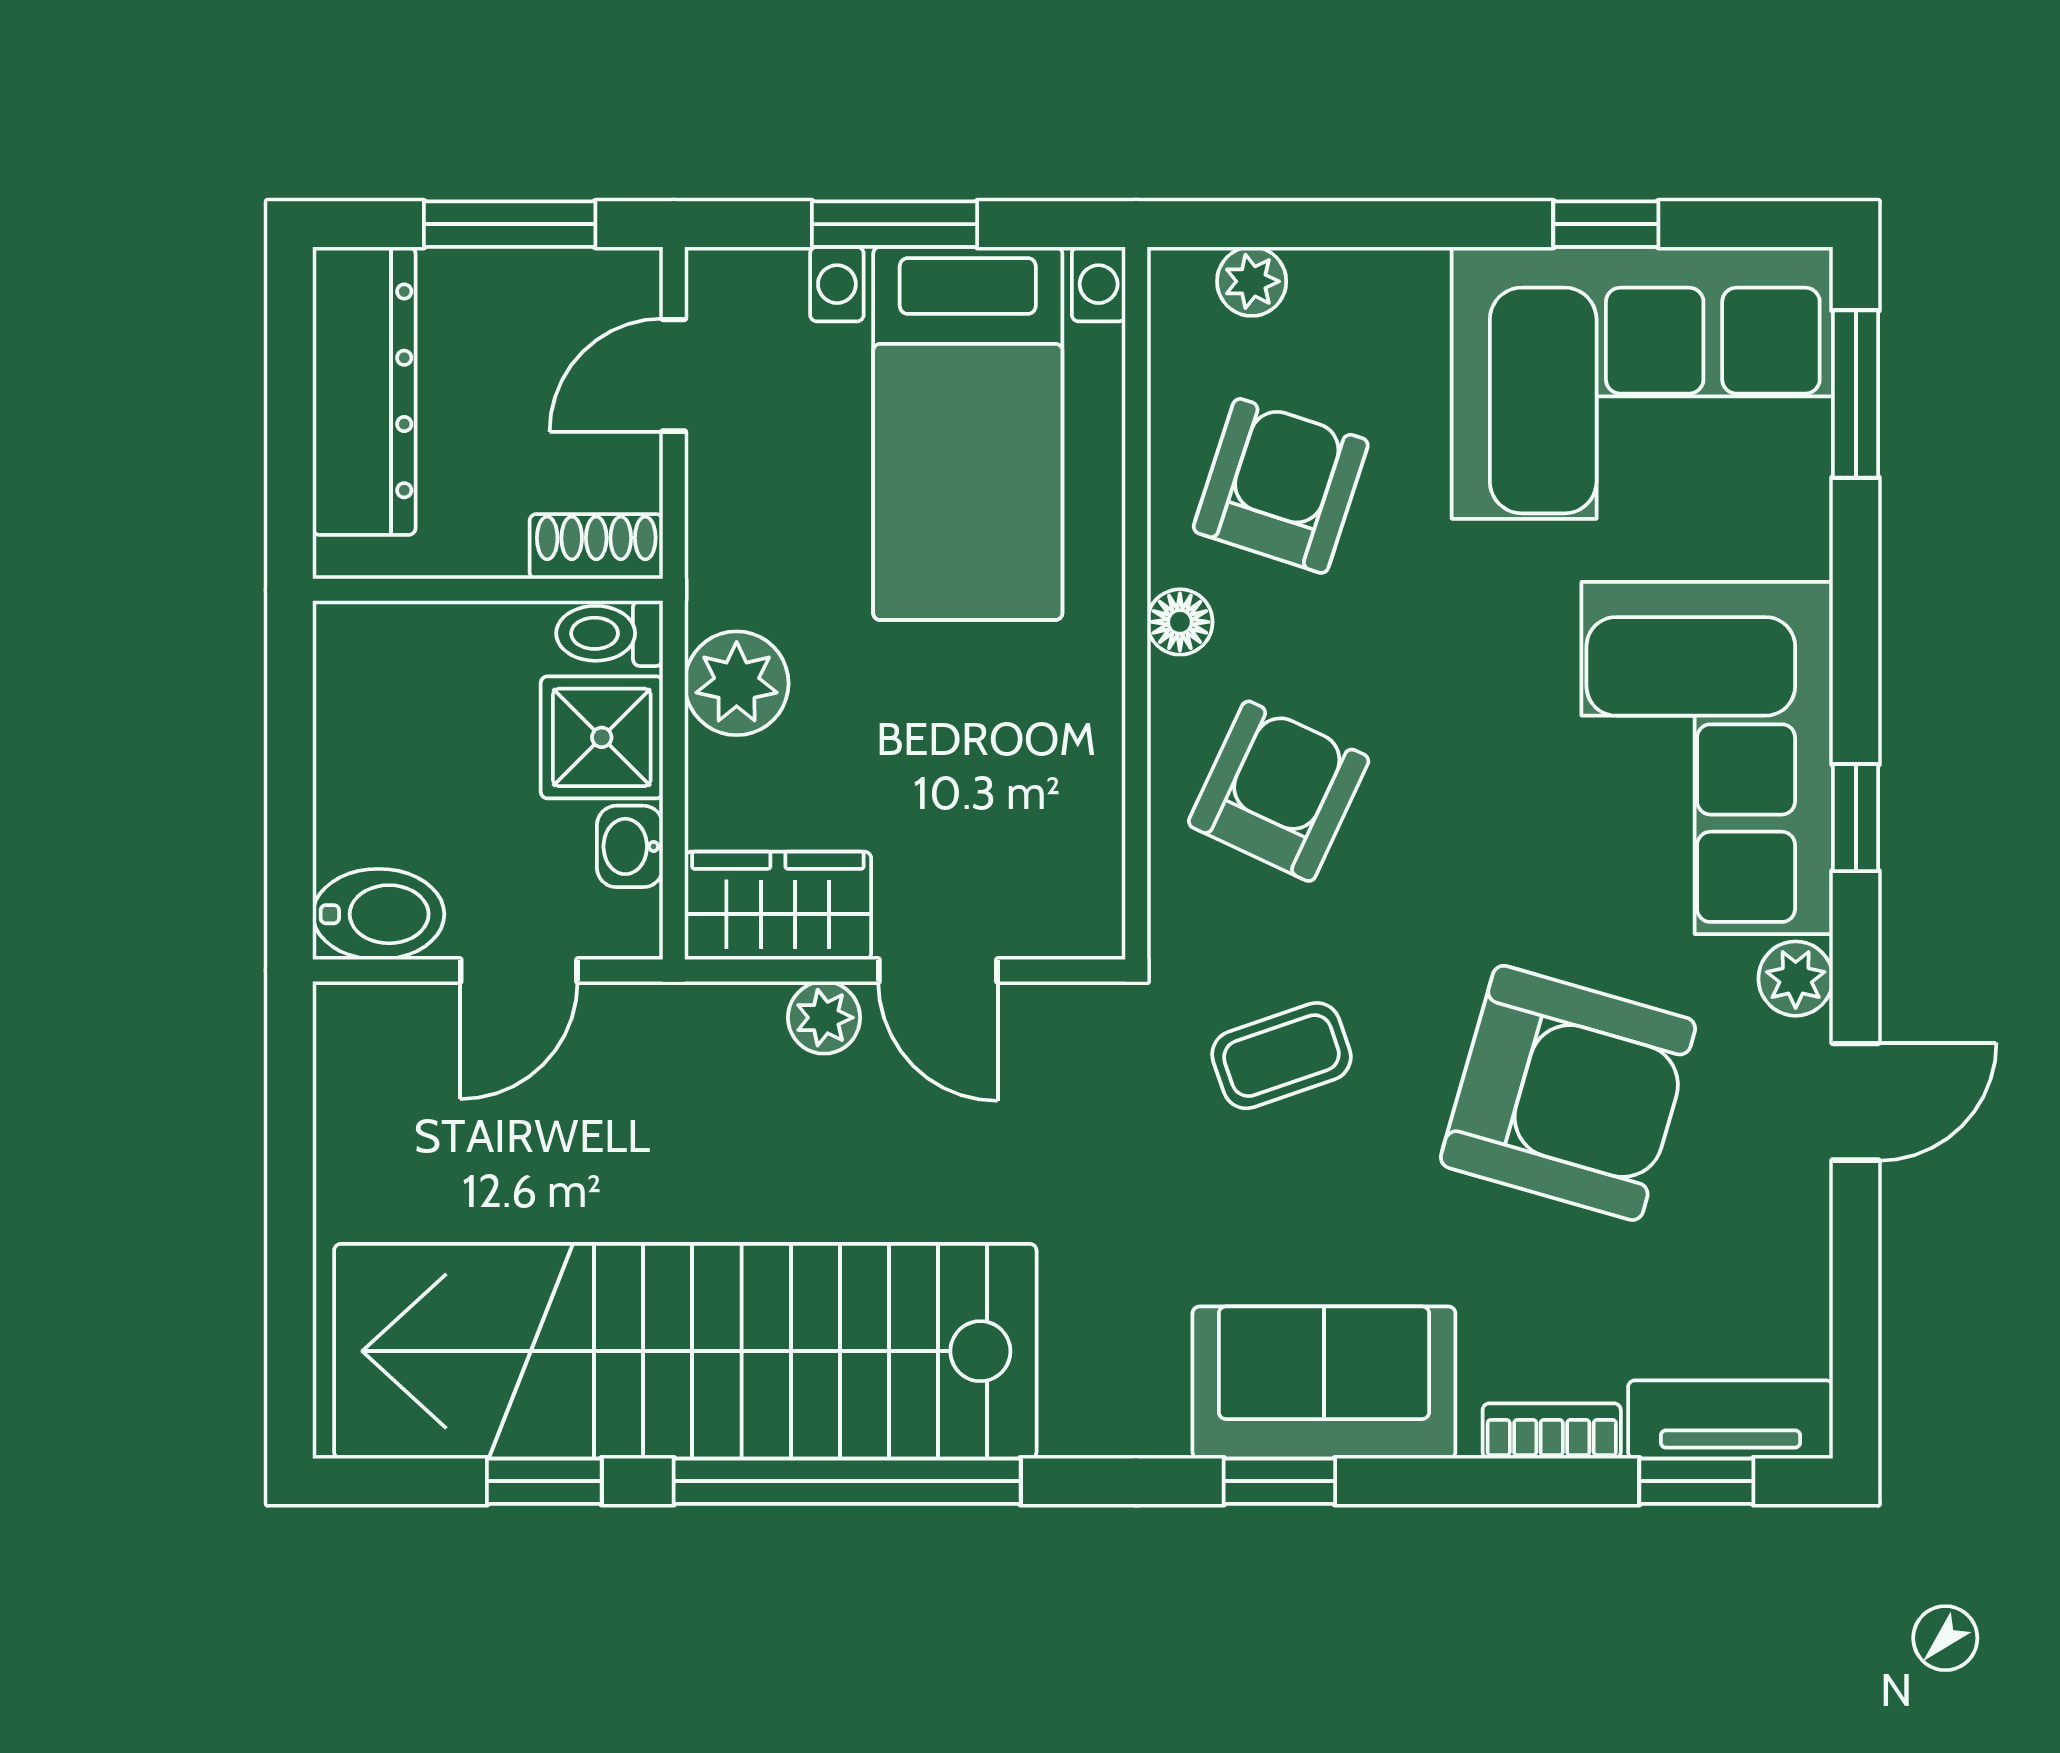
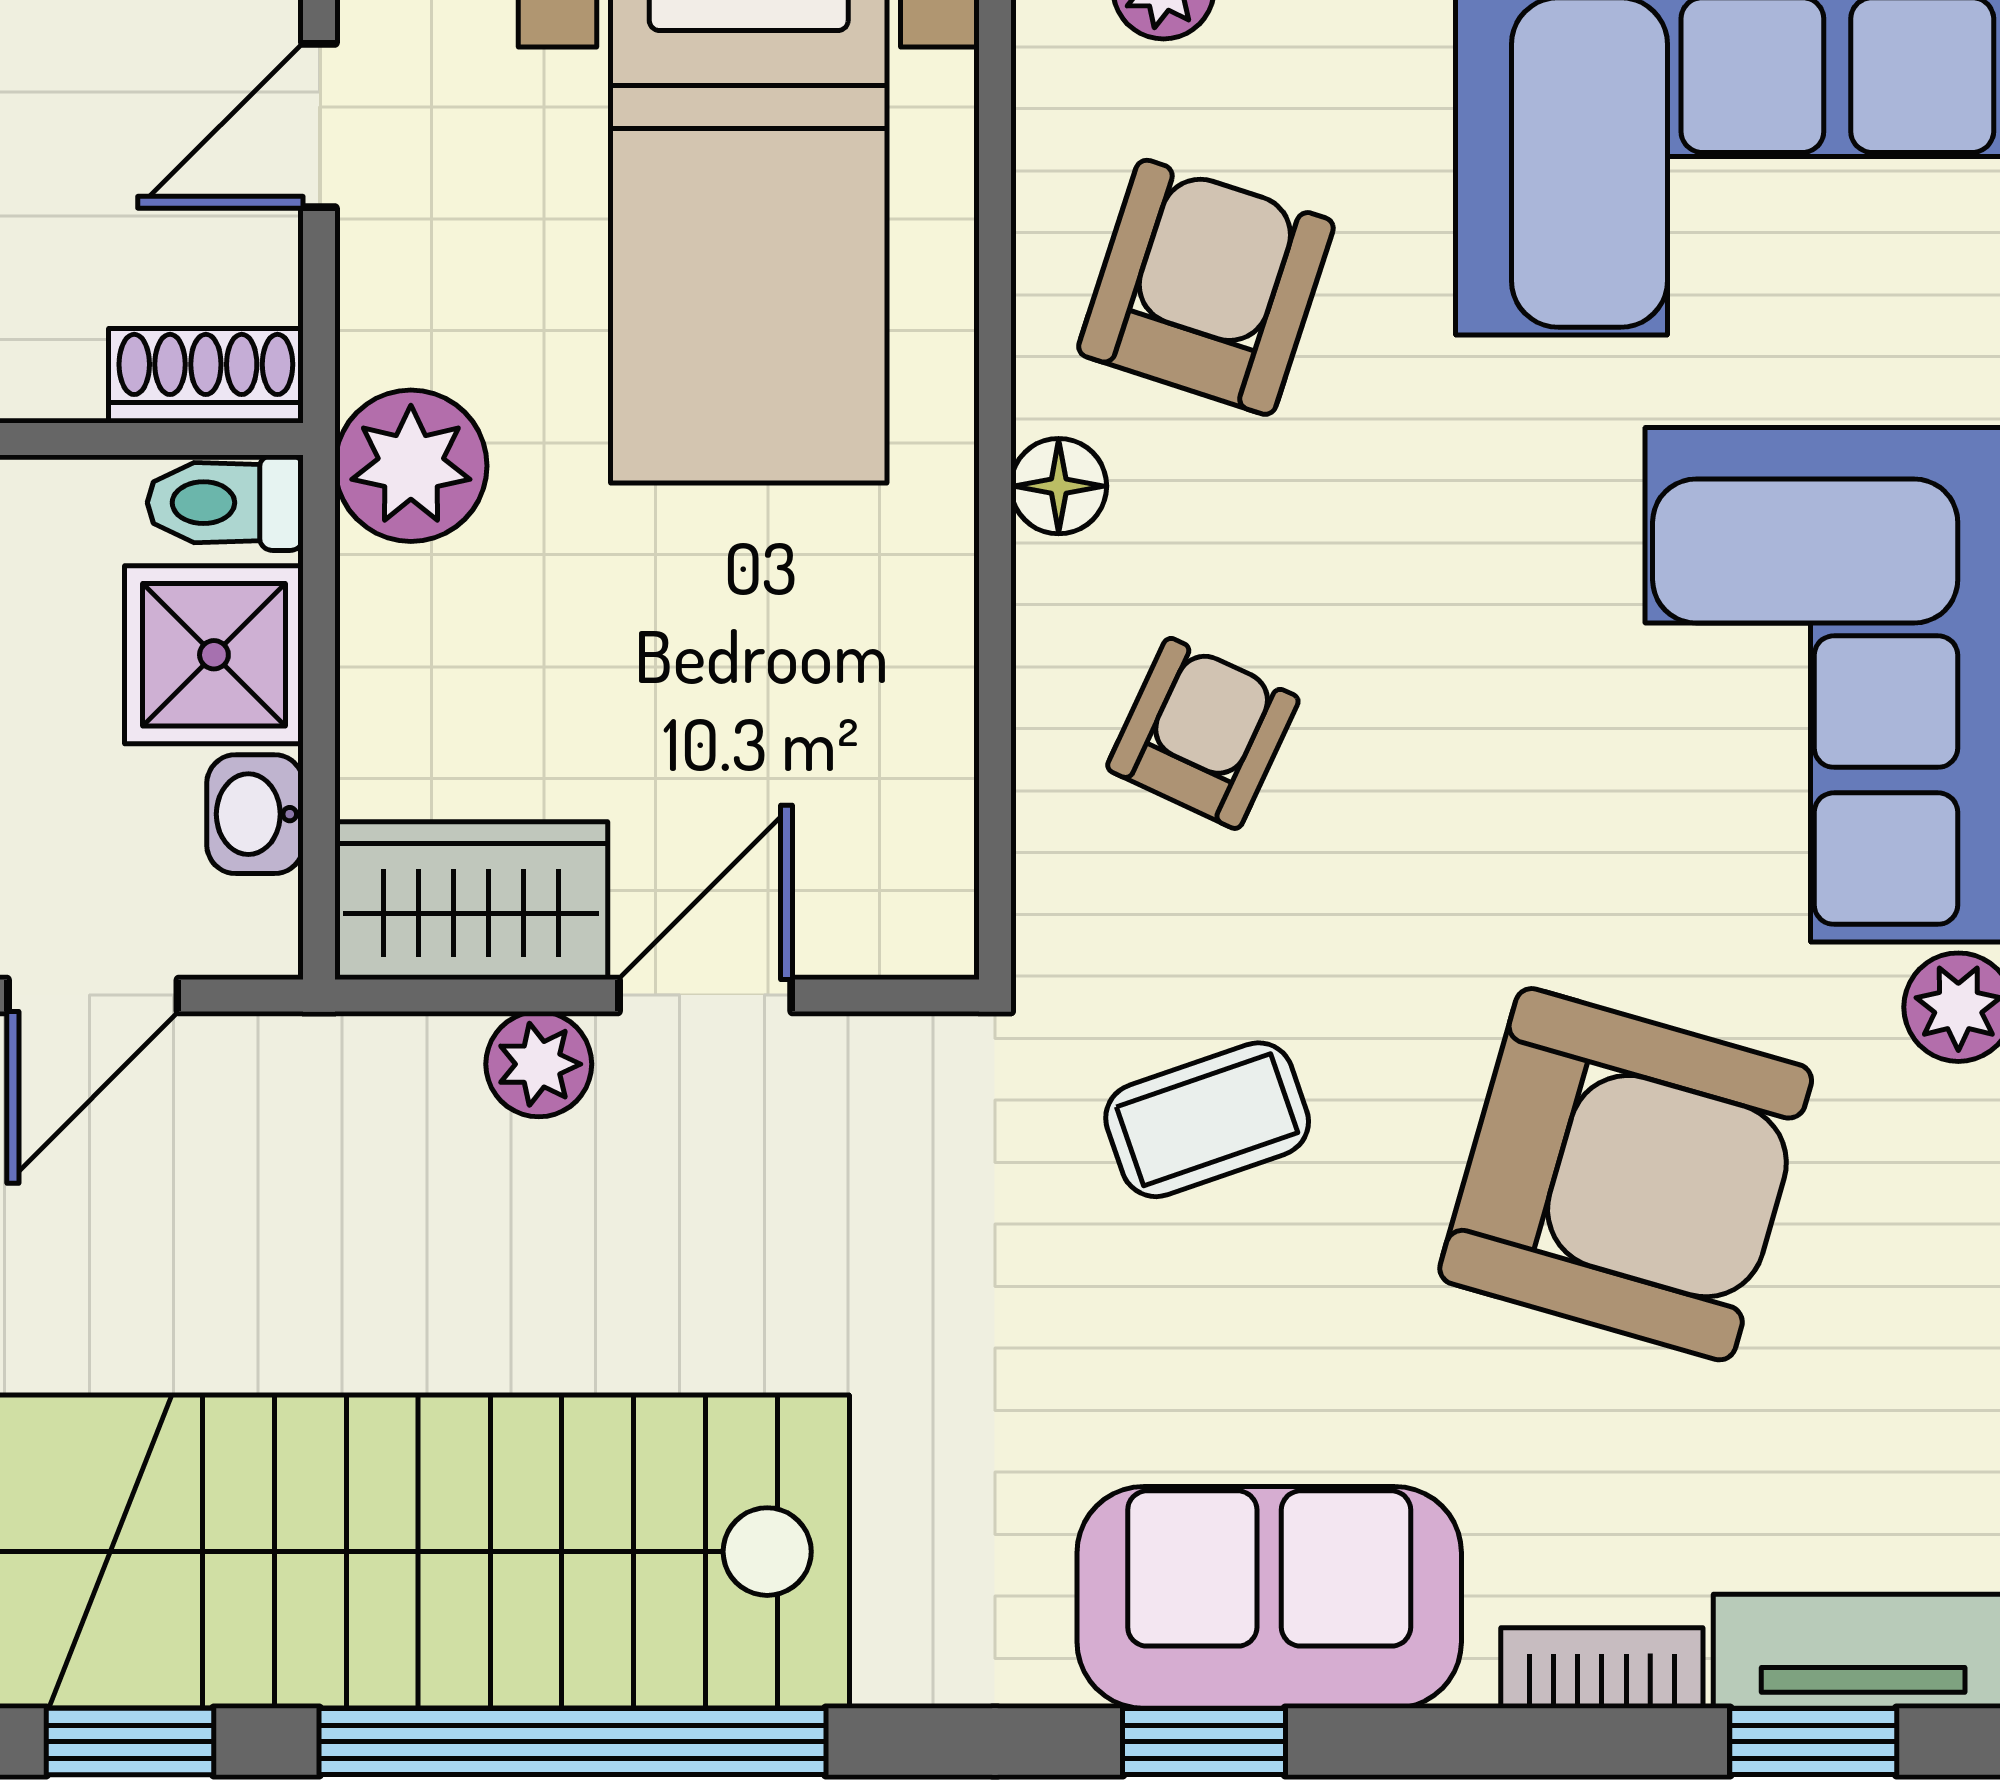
plant: (737, 683) -> (411, 466), moved
armchair: (1279, 791) -> (1203, 733), width x0.72, depth x0.72
door: (938, 971) -> (705, 995), swing flipped

